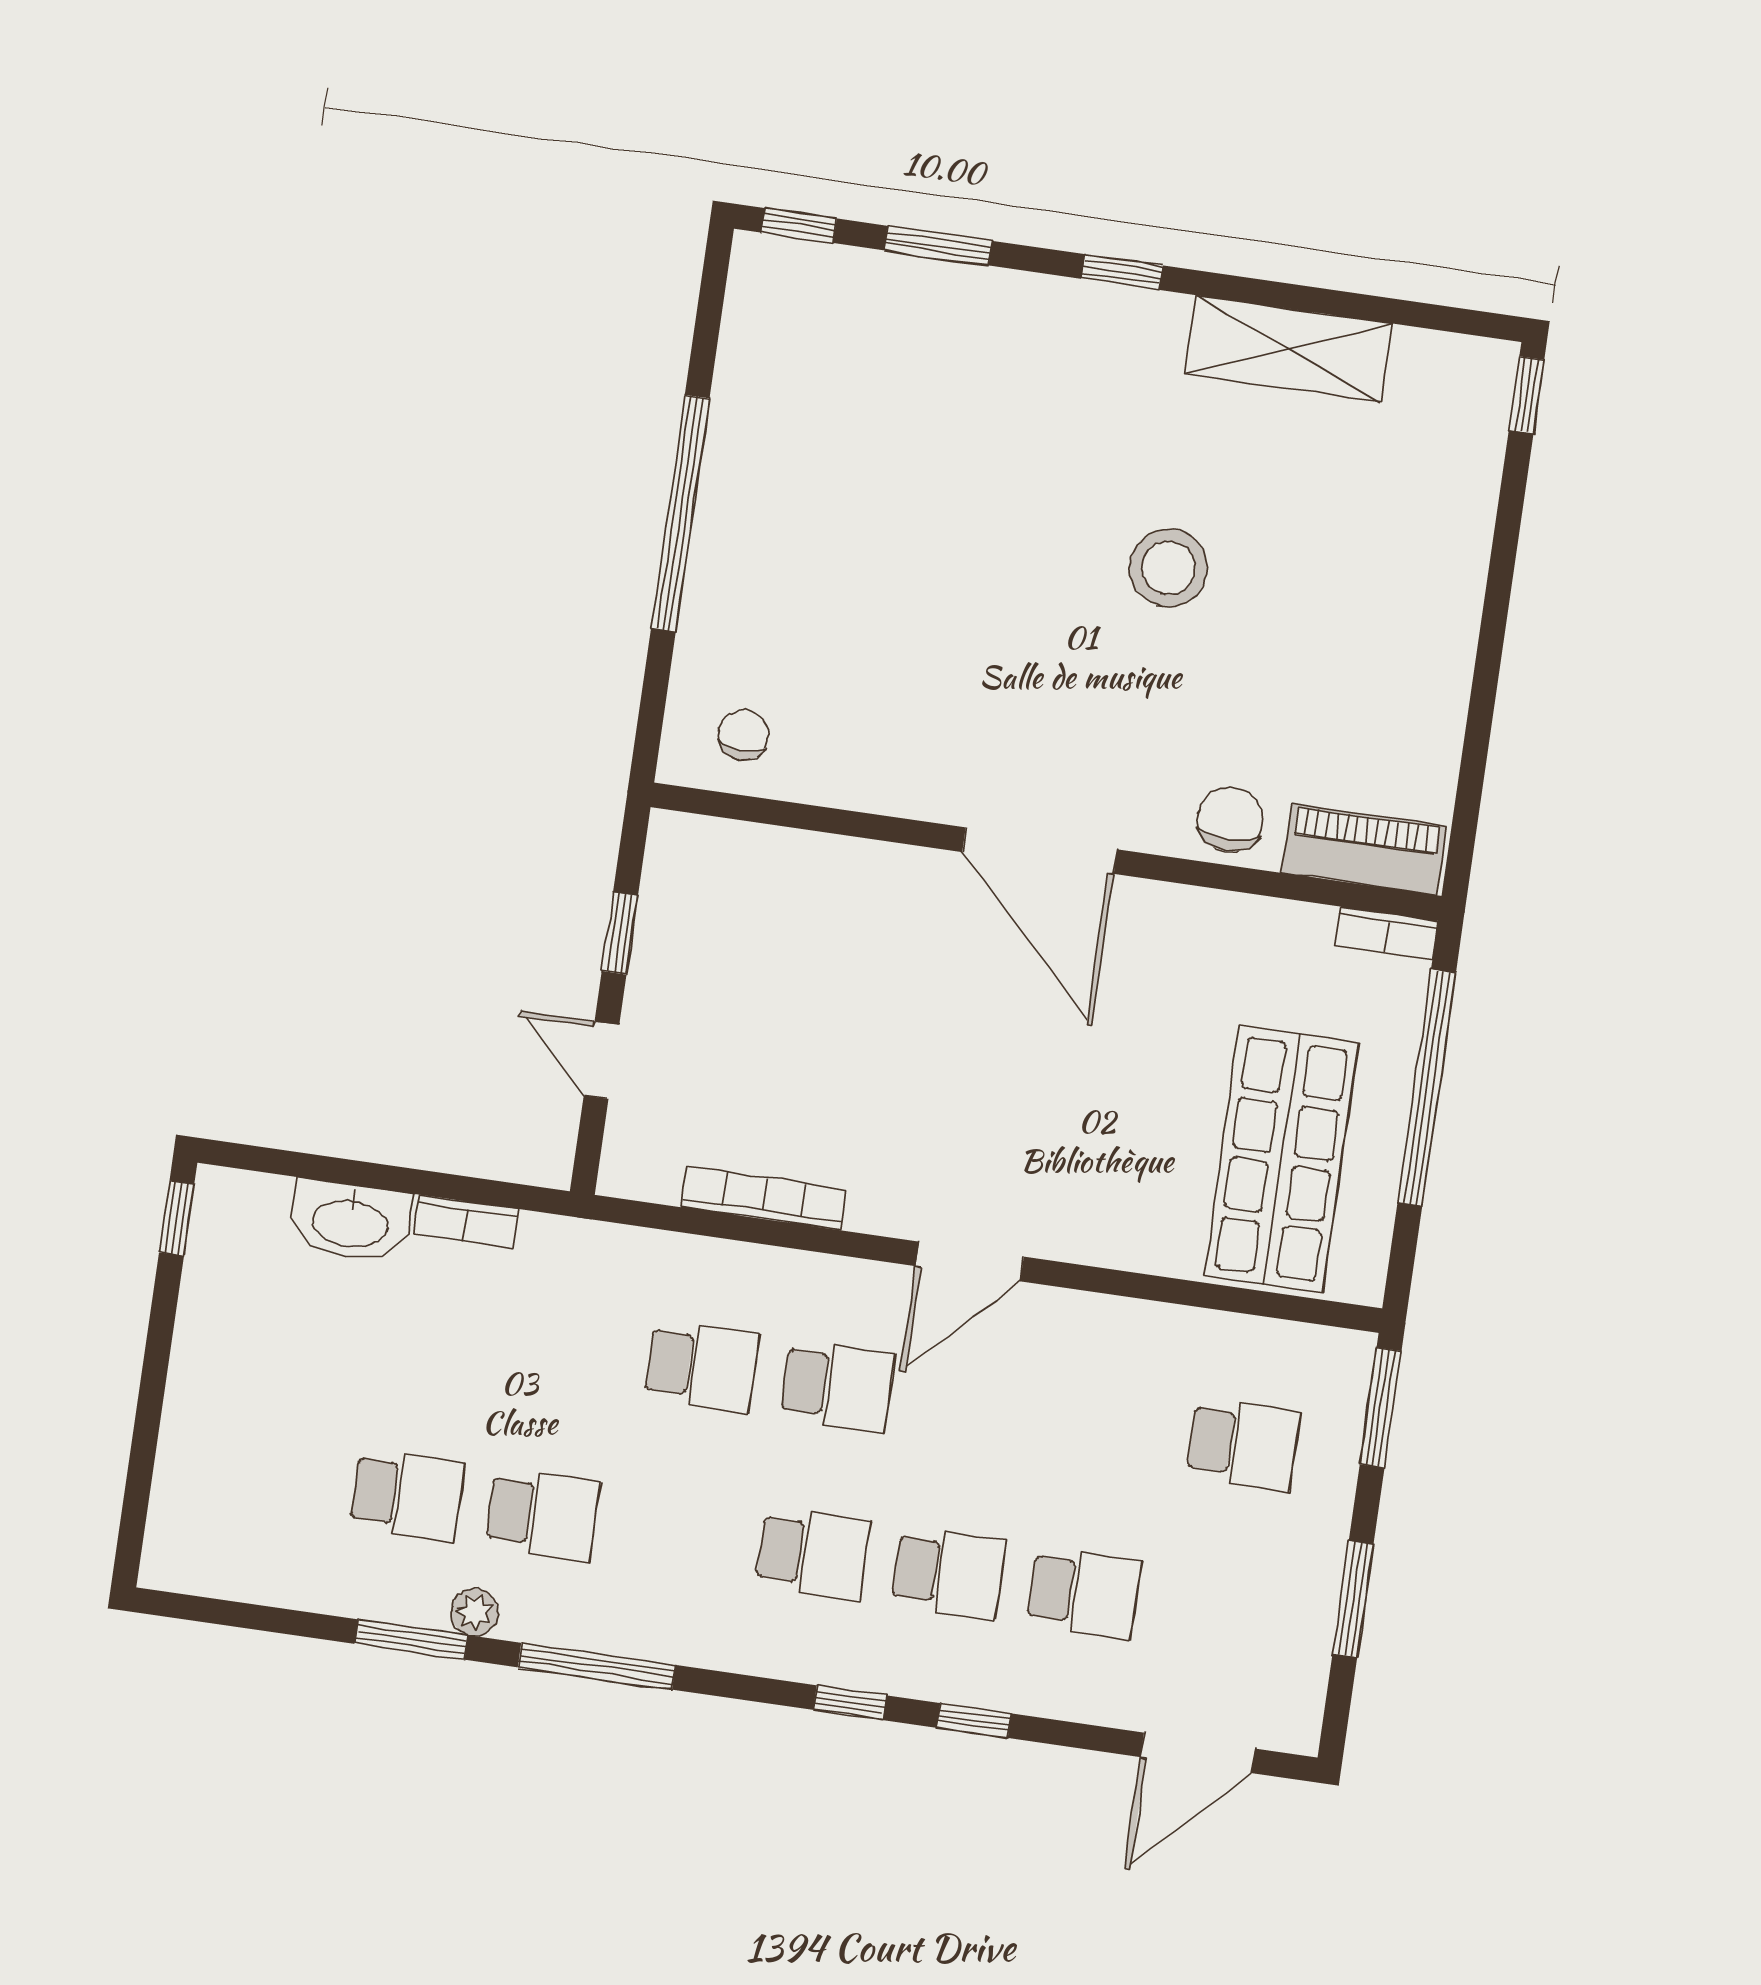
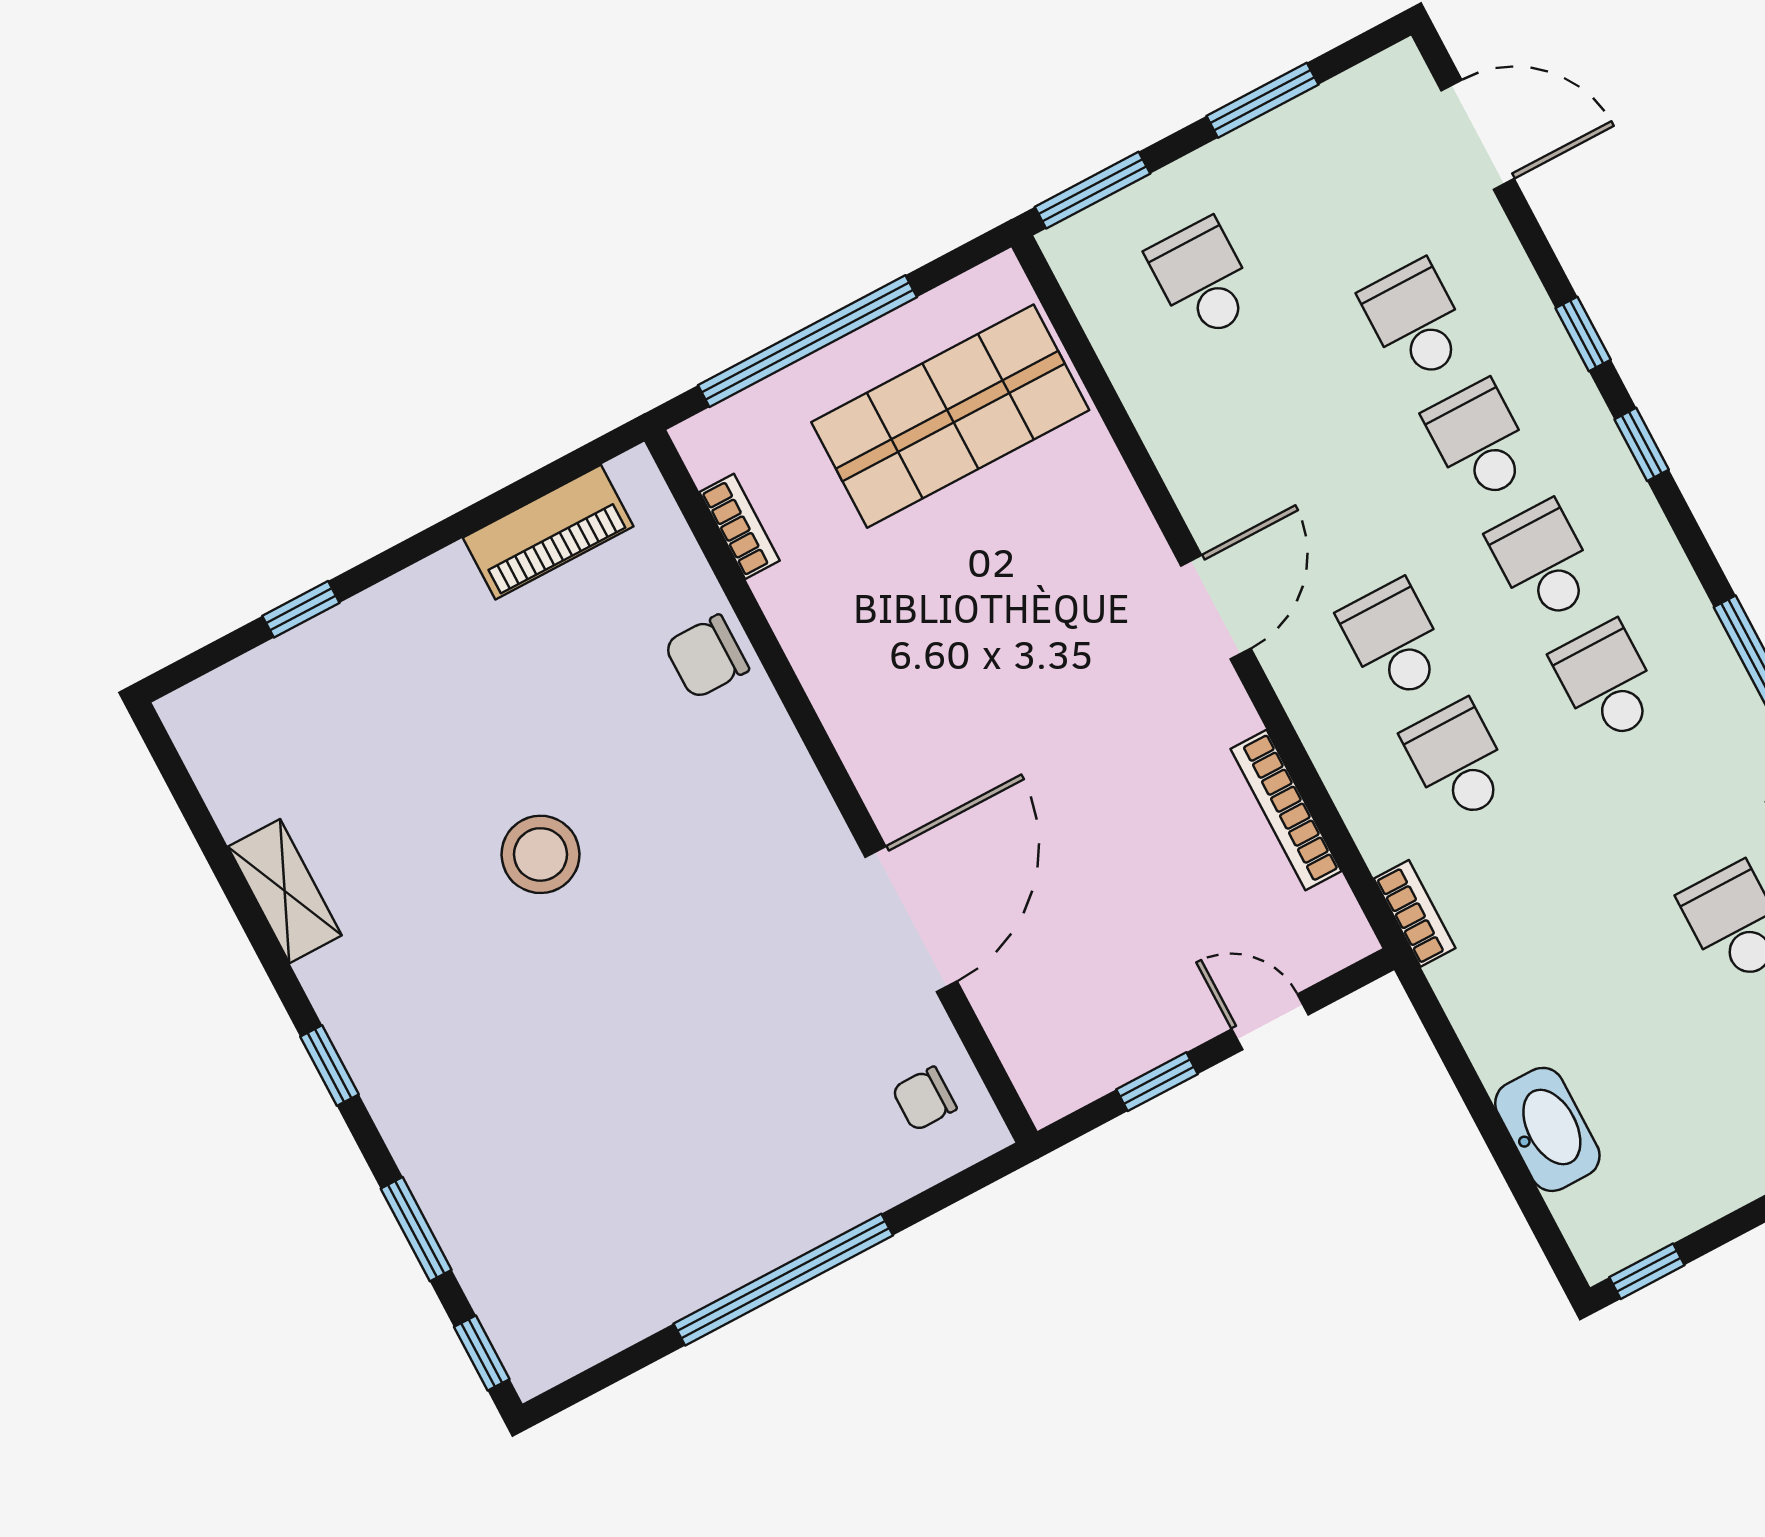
shelving: (1288, 349) -> (285, 891), width x0.67, depth x0.75
window: (1526, 395) -> (301, 609), moved
piano: (1364, 849) -> (548, 532), moved, turned -90
door: (1040, 851) -> (911, 919), moved
bookcase: (1387, 933) -> (740, 526), moved
door: (601, 1060) -> (1270, 1022), swing flipped
bookcase: (466, 1222) -> (1415, 913), moved
door: (970, 1261) -> (1216, 607), hinge flipped
school desk: (542, 1515) -> (1607, 682), moved

